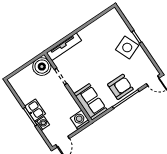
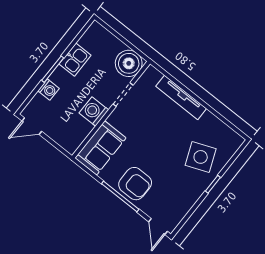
tv unit: (64, 47) -> (181, 97), moved
side table: (127, 47) -> (201, 157), moved
kitchen sink: (35, 110) -> (75, 60), moved
washing machine: (80, 120) -> (94, 111), moved, turned -90

